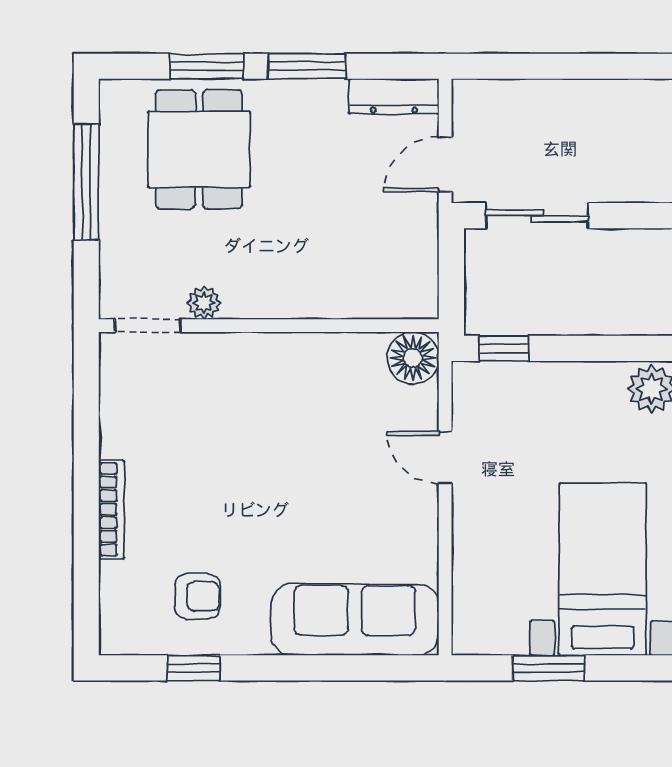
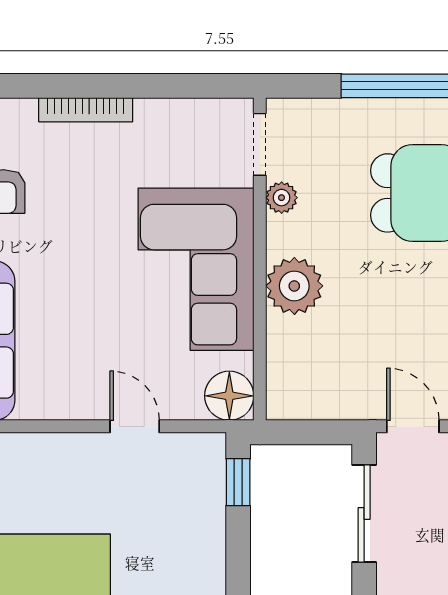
plant: (297, 289) -> (294, 286), added
corner sofa: (279, 393) -> (196, 269), added
door: (445, 458) -> (135, 426), hinge flipped

